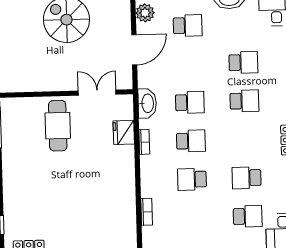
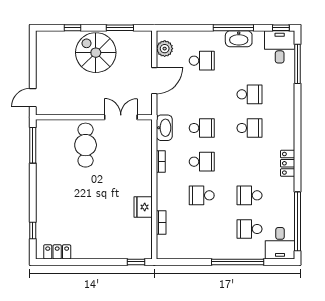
fridge: (124, 132) -> (143, 207), moved
school desk: (248, 216) -> (249, 229), turned 180

